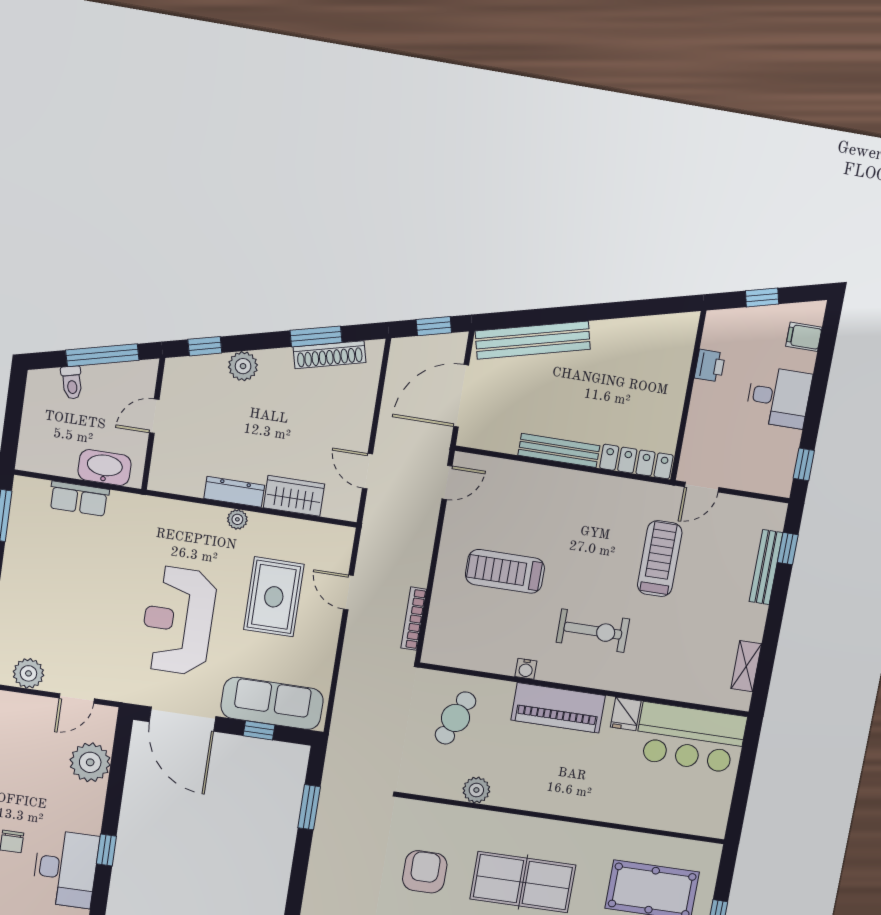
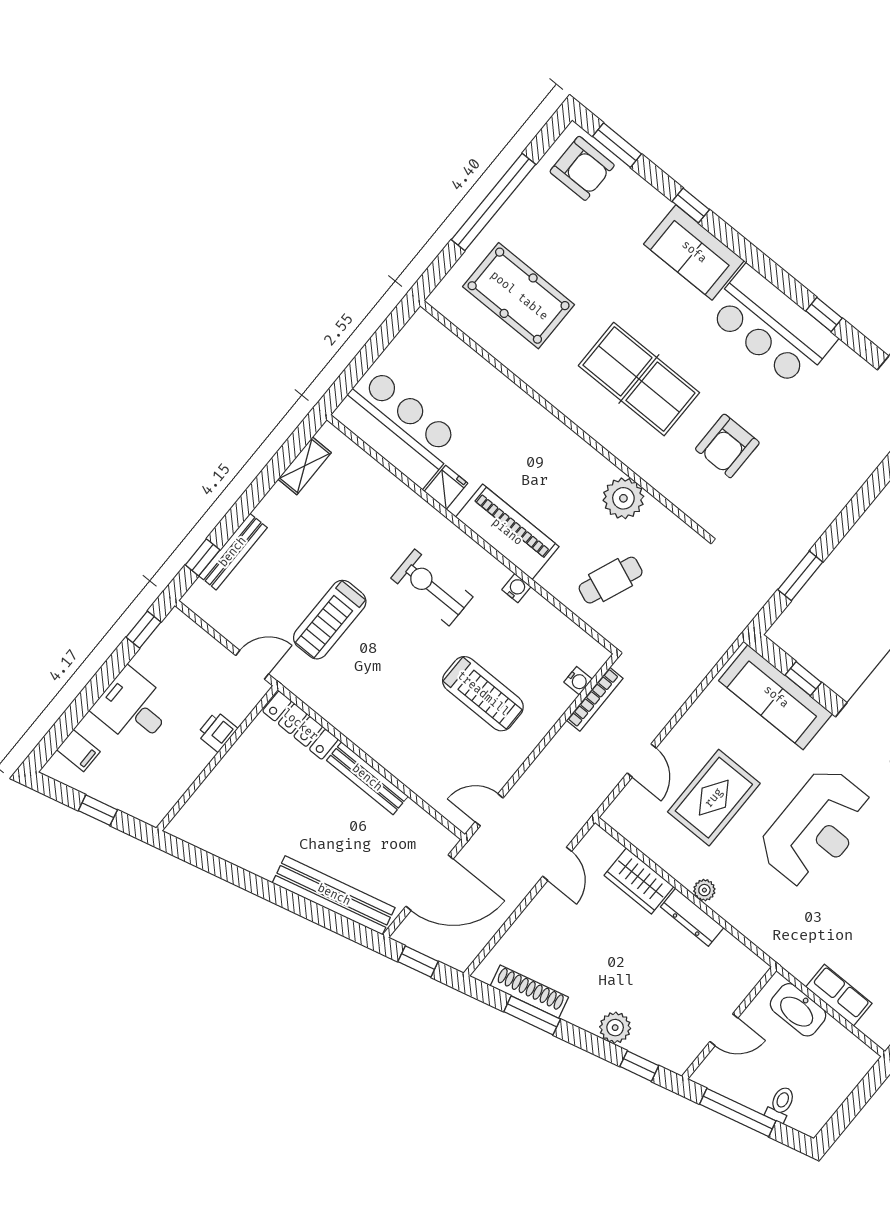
printer: (710, 366) -> (217, 732), moved
water cooler: (436, 625) -> (578, 681), added
plant: (476, 790) -> (623, 498), width x1.36, depth x1.36

